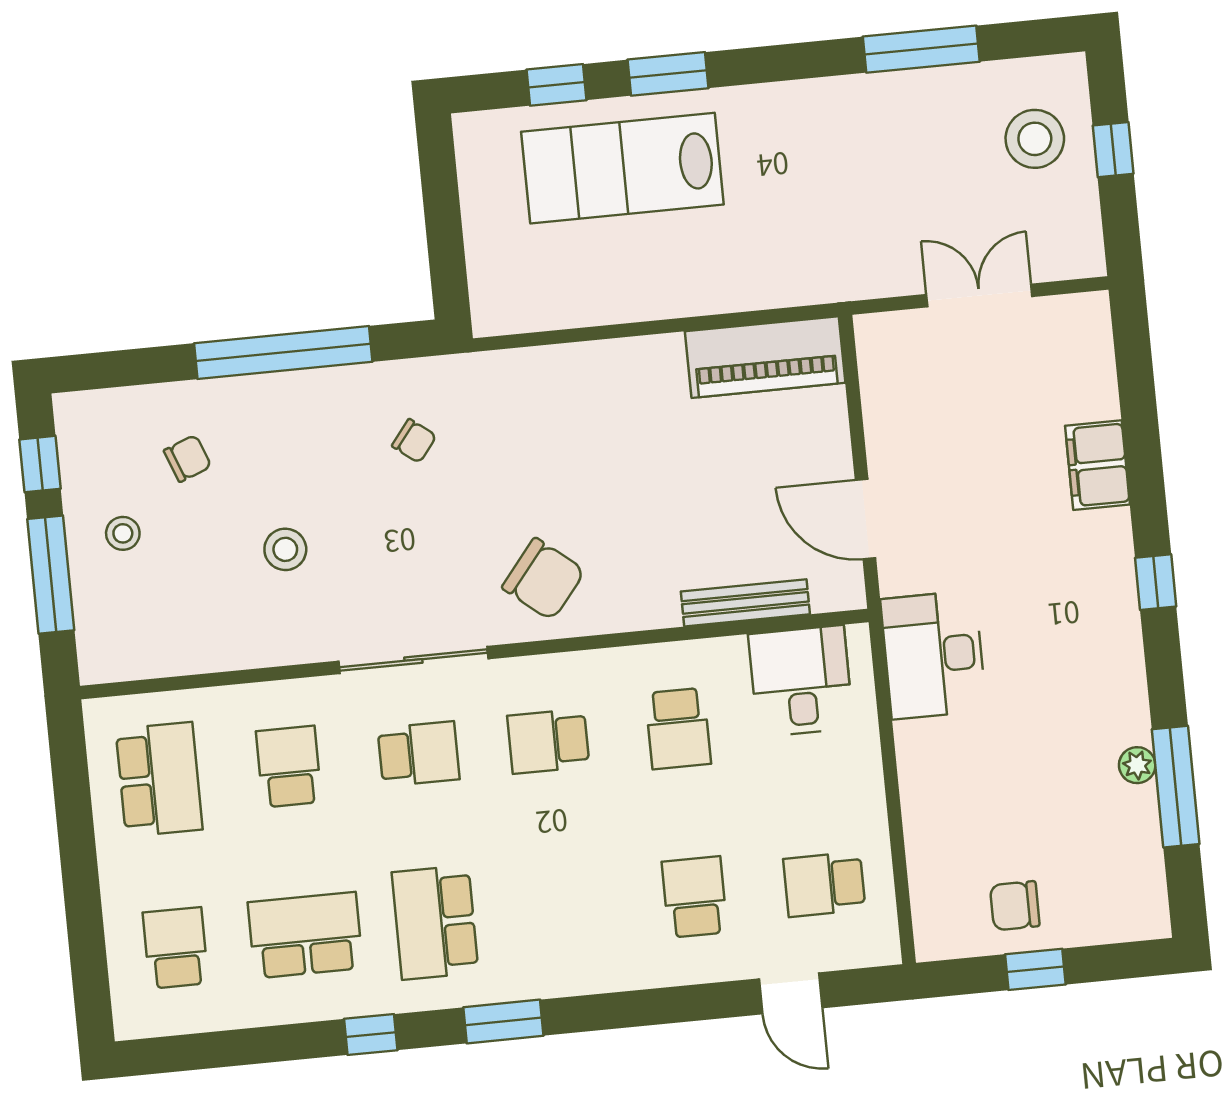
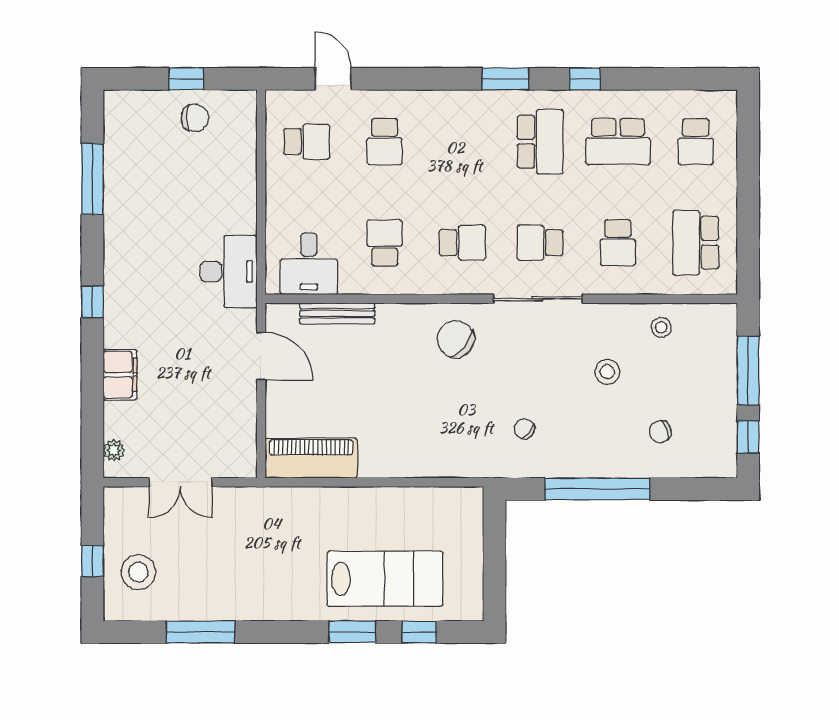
stool: (123, 533) -> (661, 327), moved
plant: (1137, 765) -> (114, 450), moved

